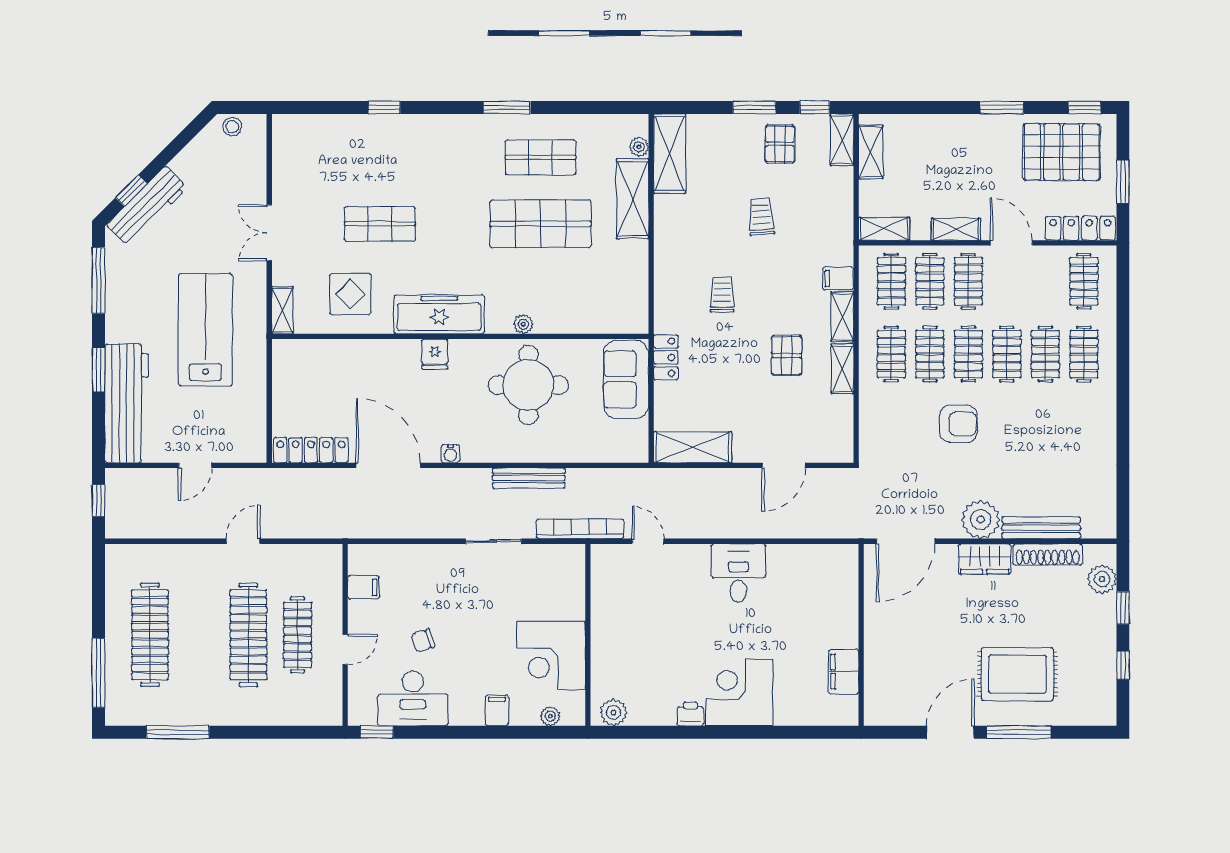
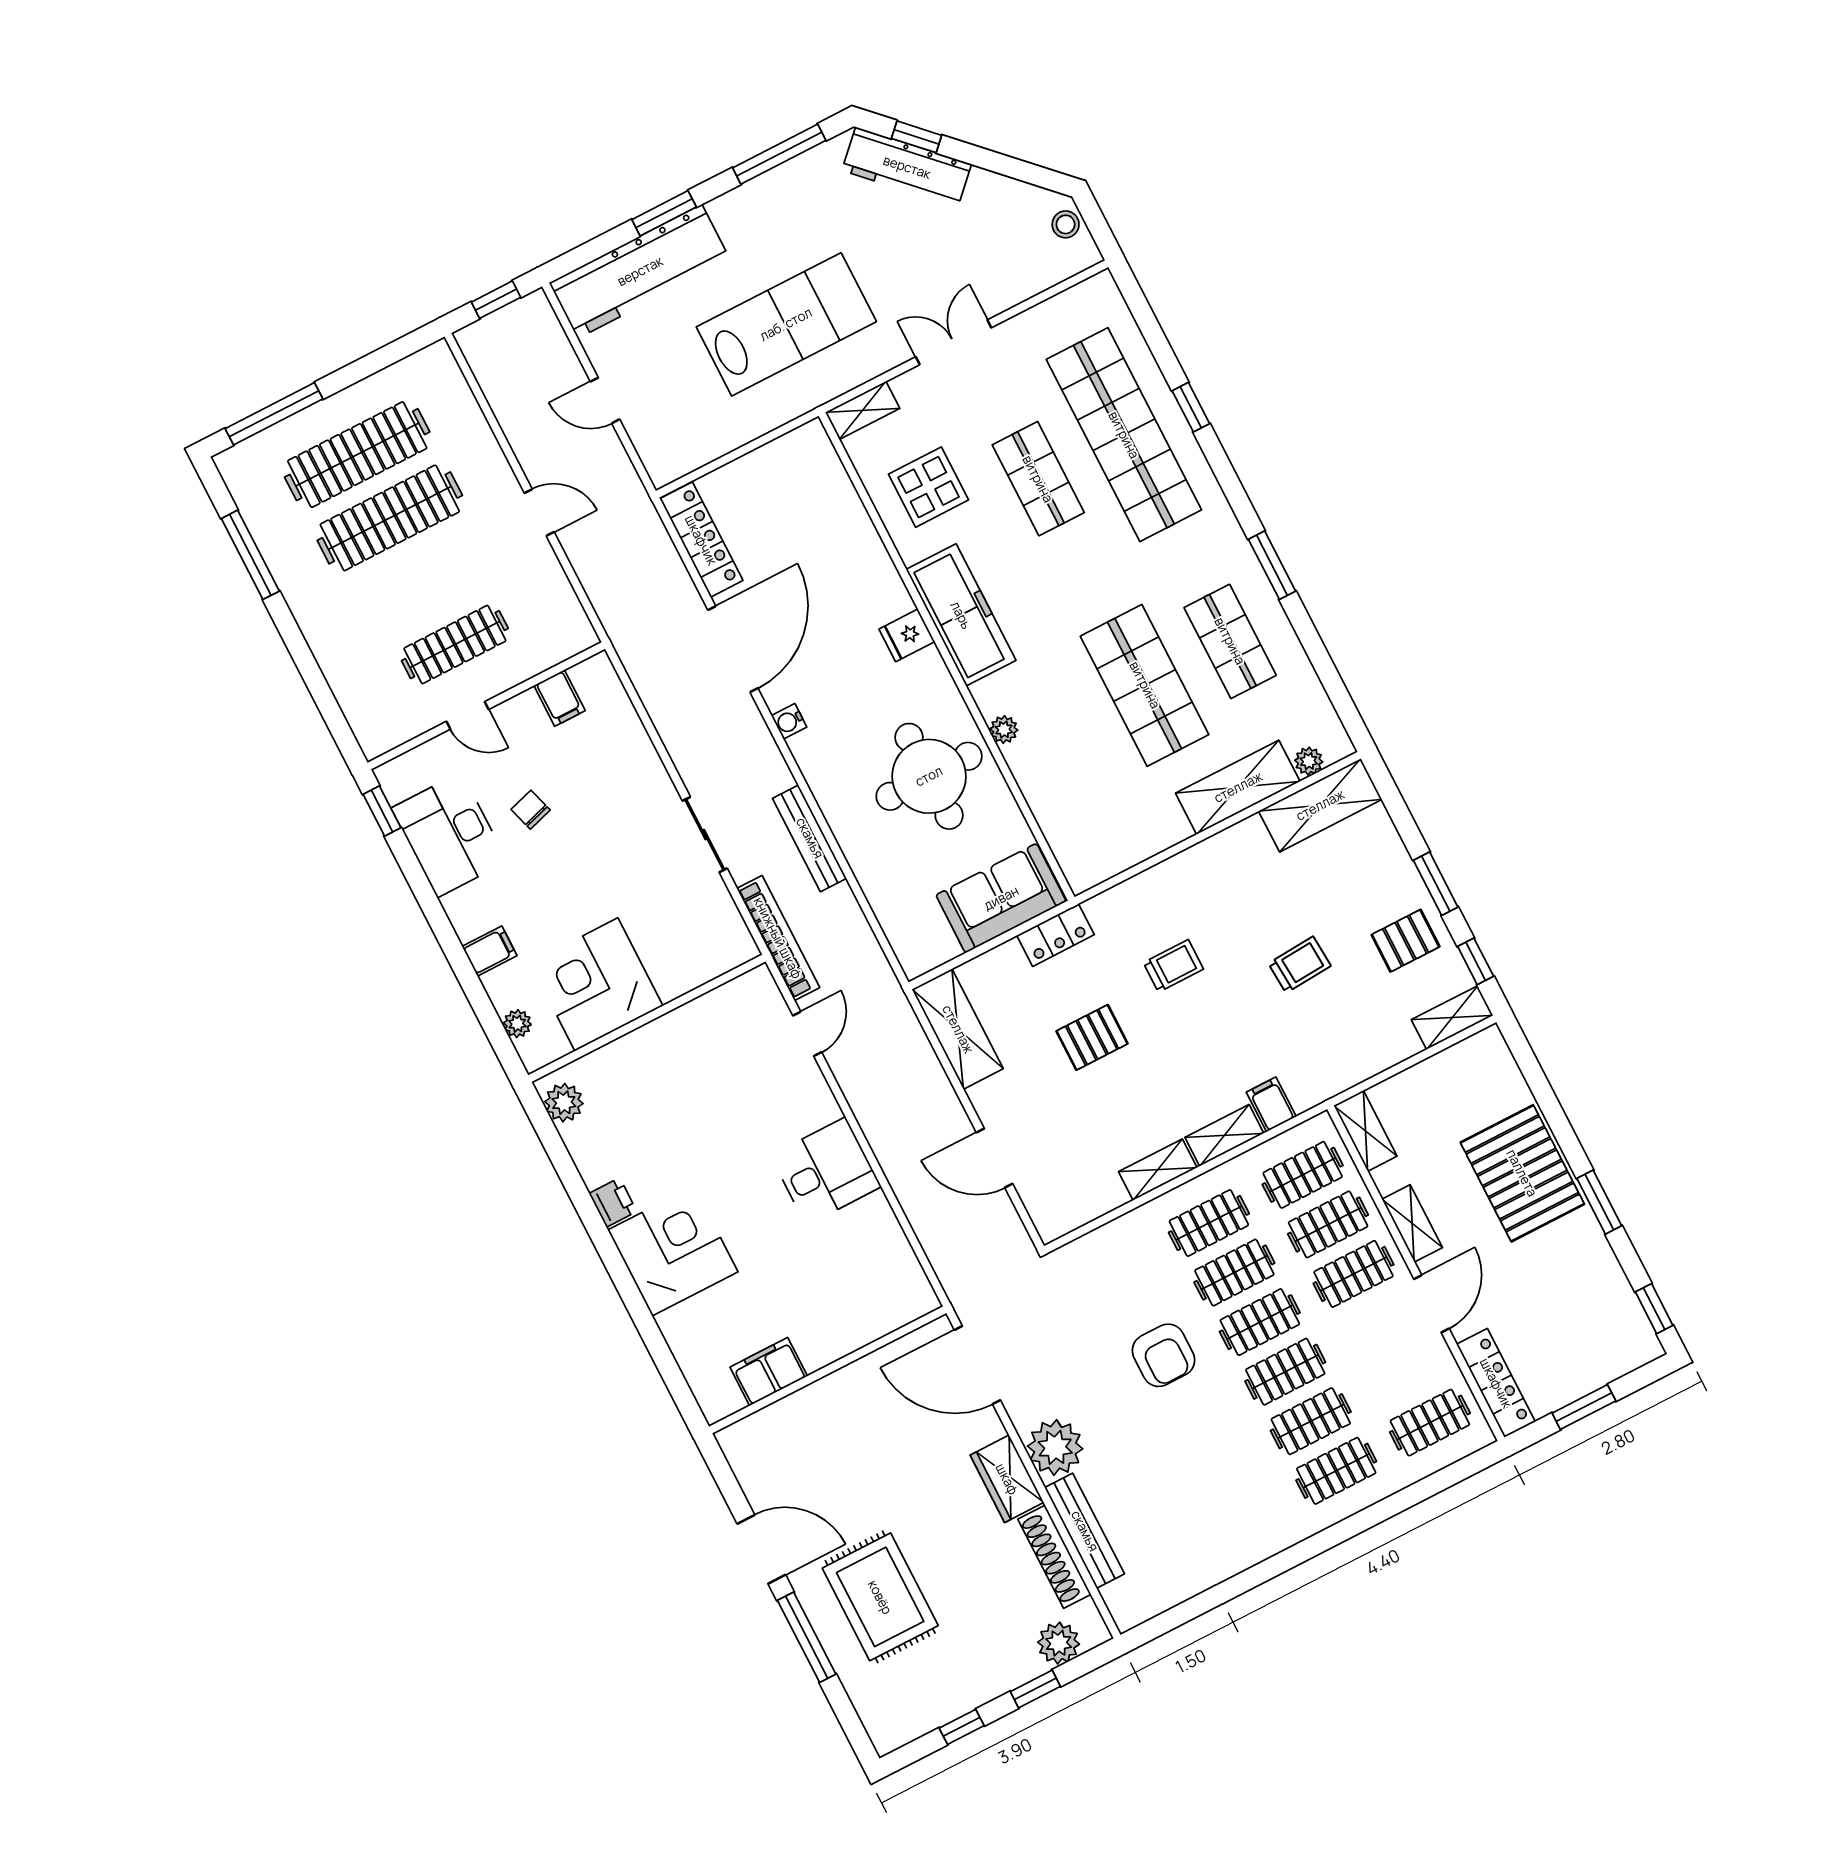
shelving: (871, 152) -> (1456, 1063), removed
pallet: (1062, 152) -> (1522, 1173), moved
shop shelf: (380, 157) -> (1124, 435), added
pallet: (787, 355) -> (1092, 1037), moved
clothes rail: (248, 635) -> (390, 518), moved

